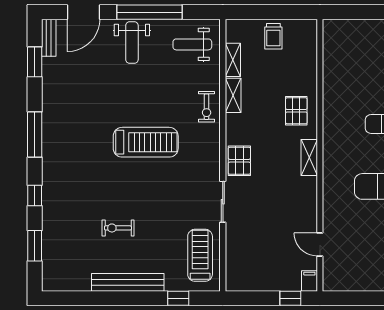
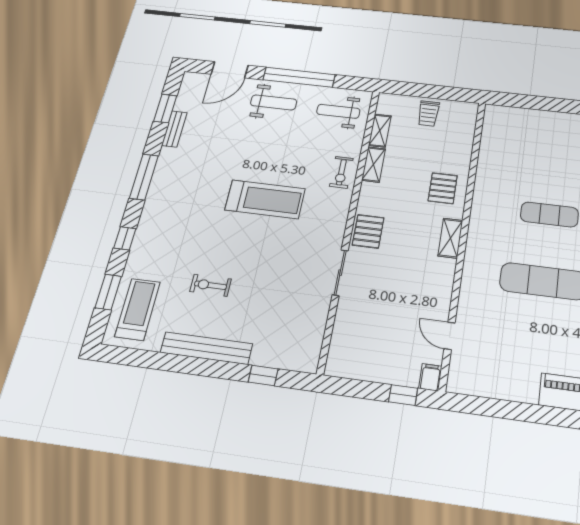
bench: (49, 38) -> (174, 129), moved
weight bench: (132, 43) -> (274, 102), turned -90
treadmill: (200, 255) -> (138, 309), moved

